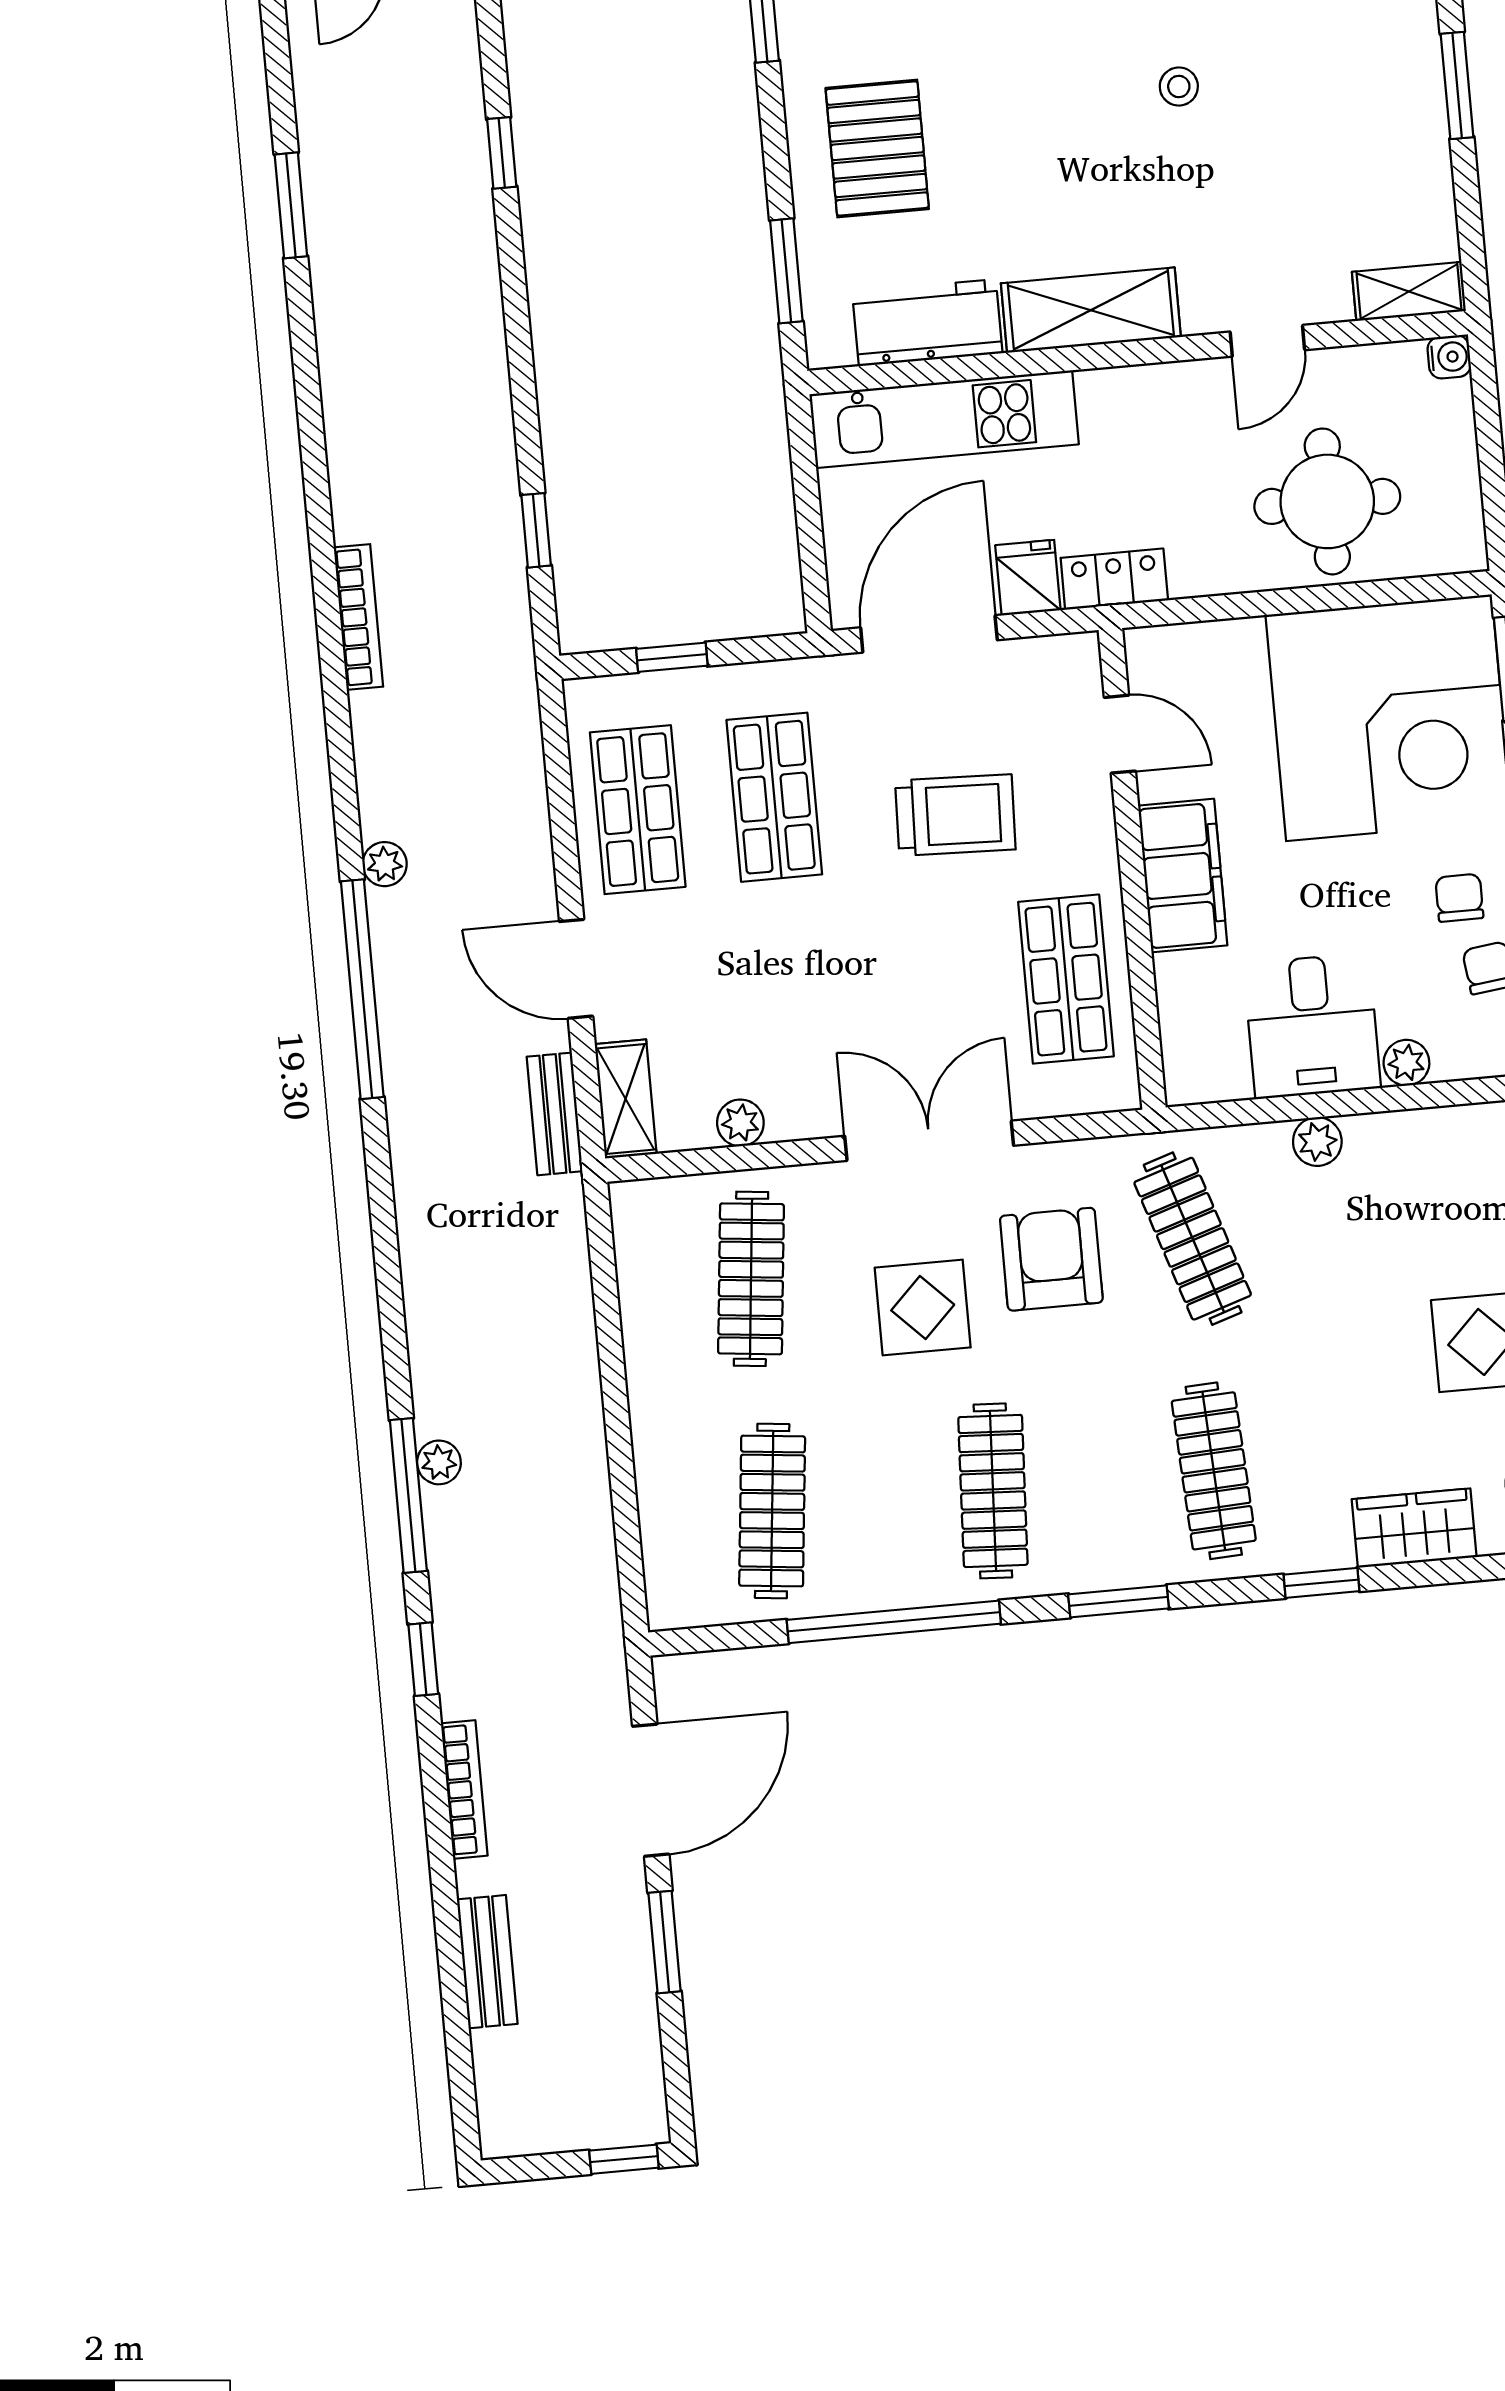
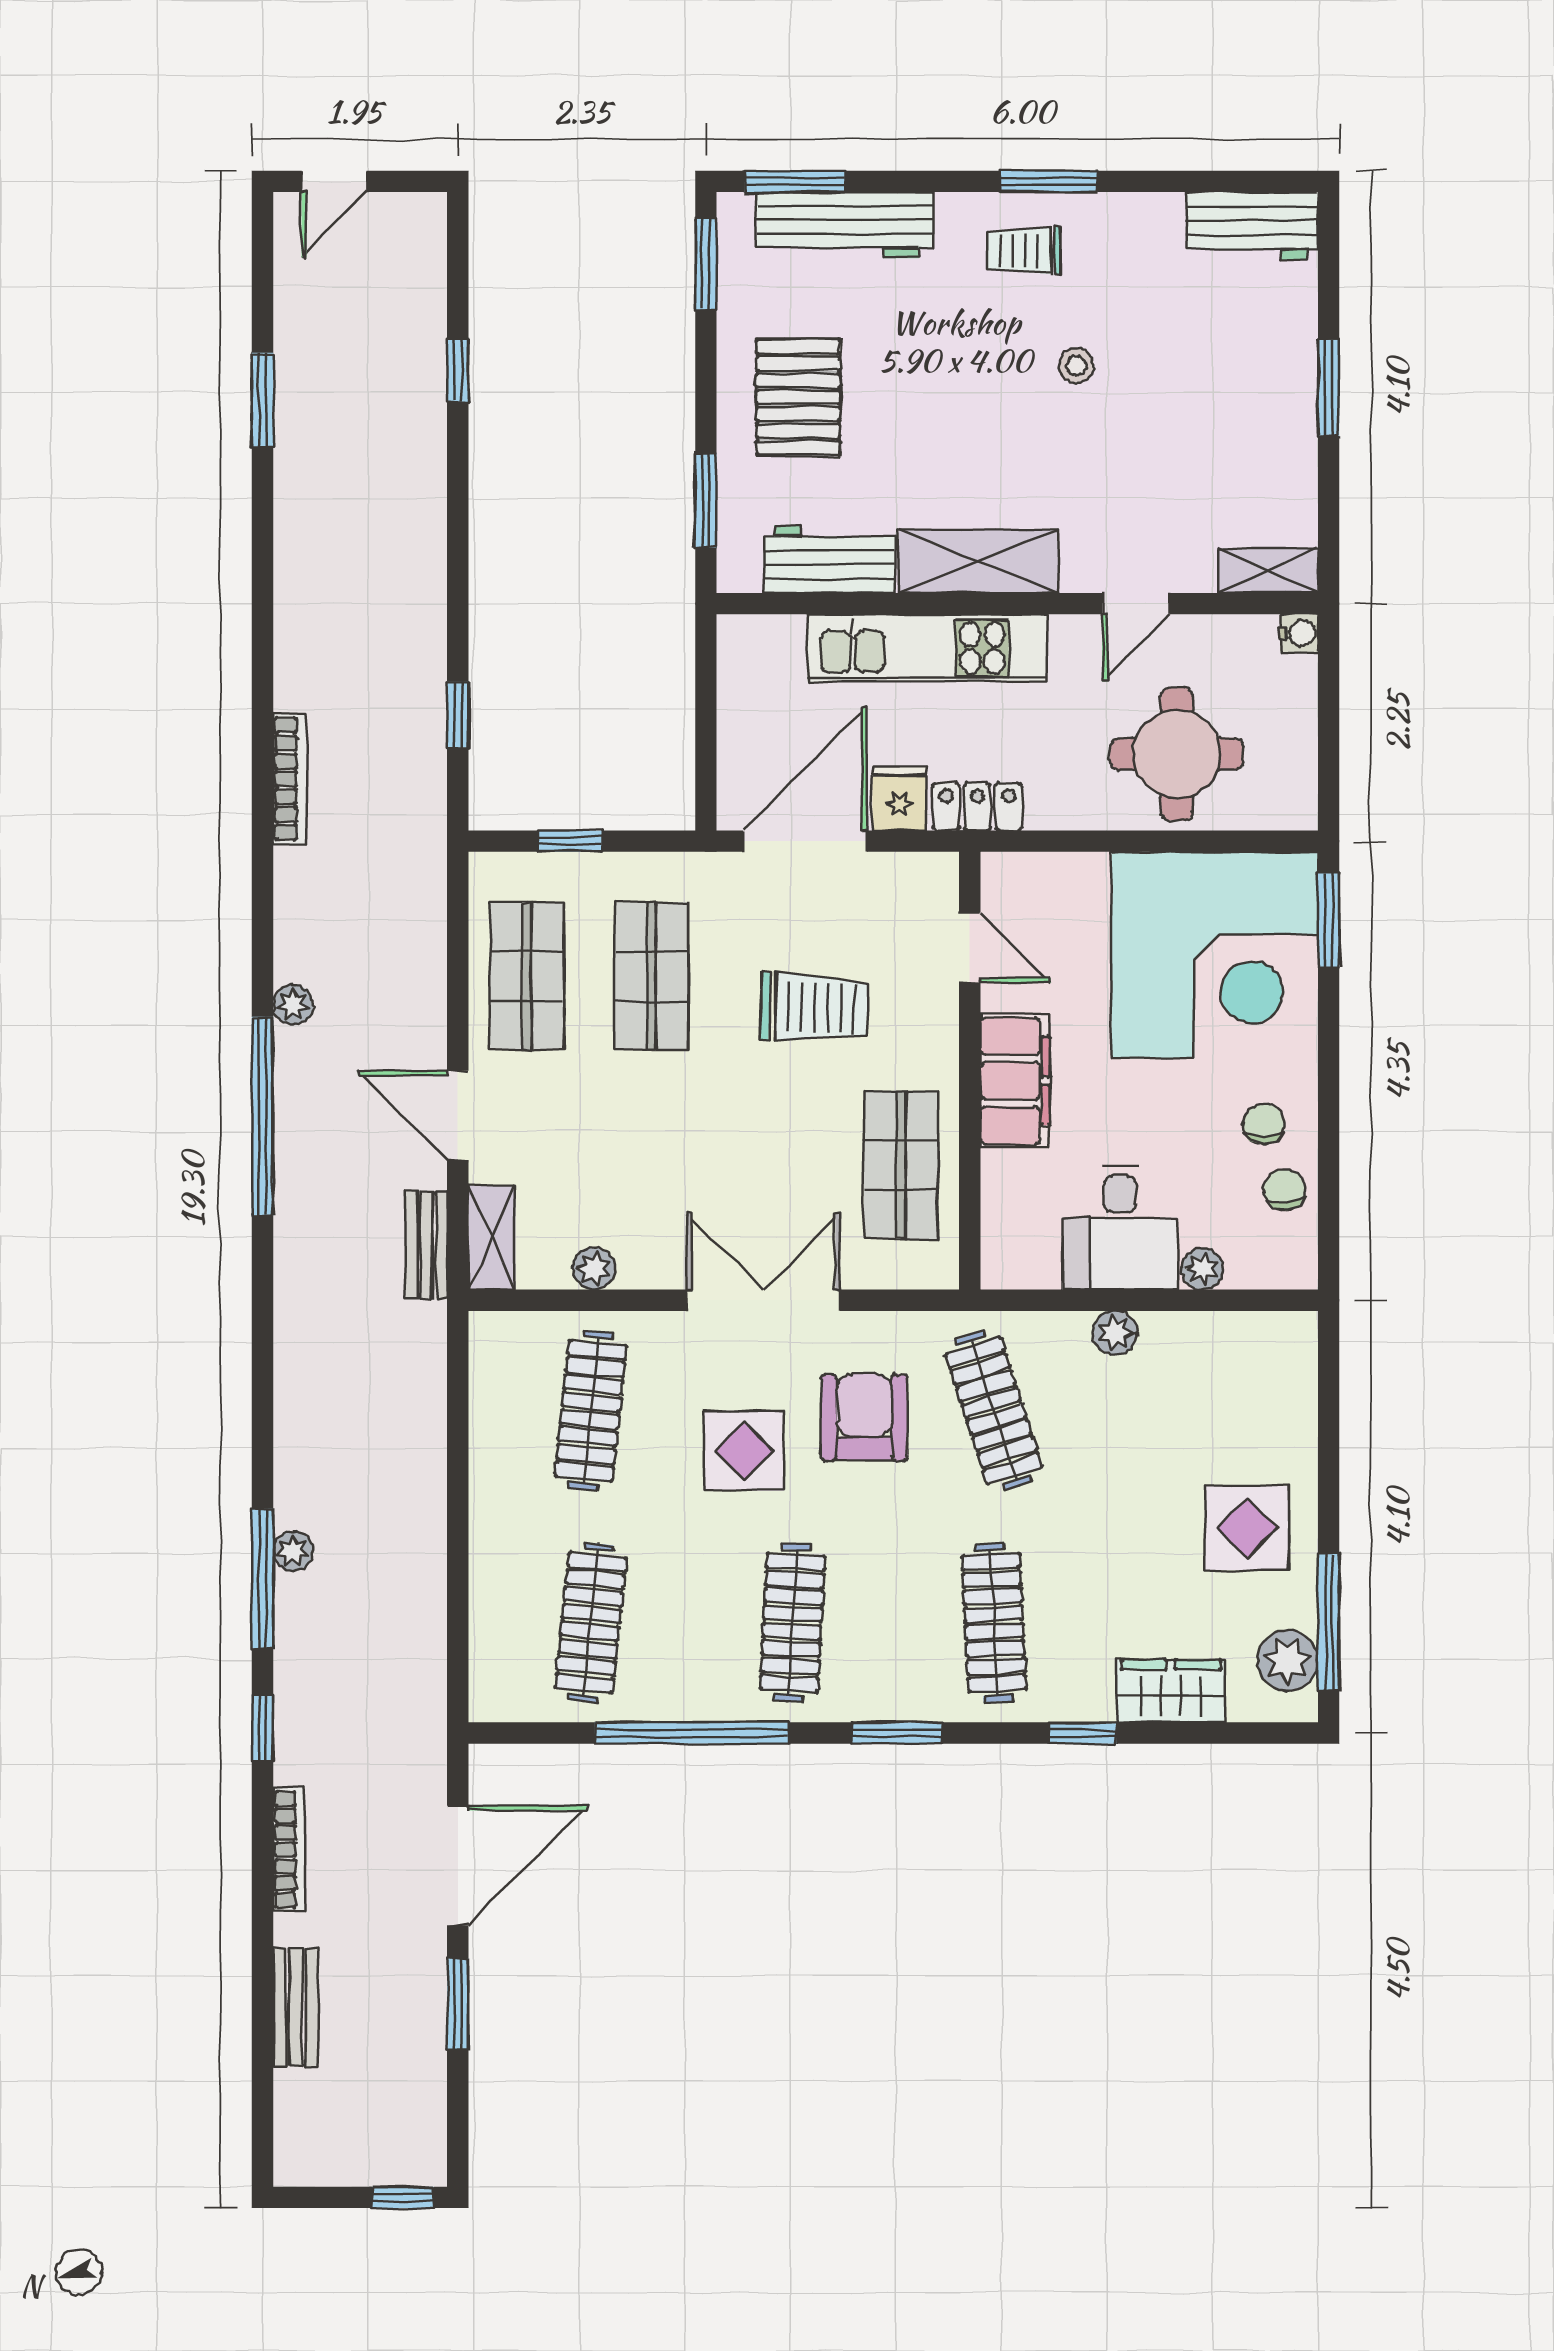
kitchen unit: (944, 419) -> (927, 648), moved

